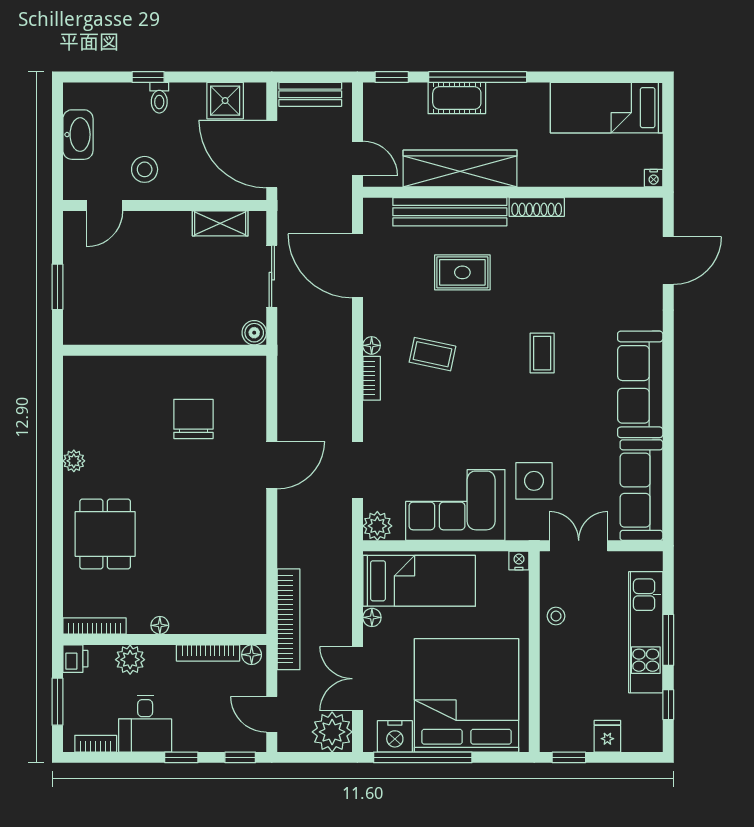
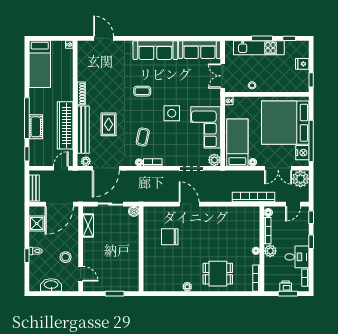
plant: (374, 218) -> (86, 161), added
side table: (534, 481) -> (172, 113), moved
printer: (75, 659) -> (286, 286), moved
plant: (130, 660) -> (270, 251), moved

